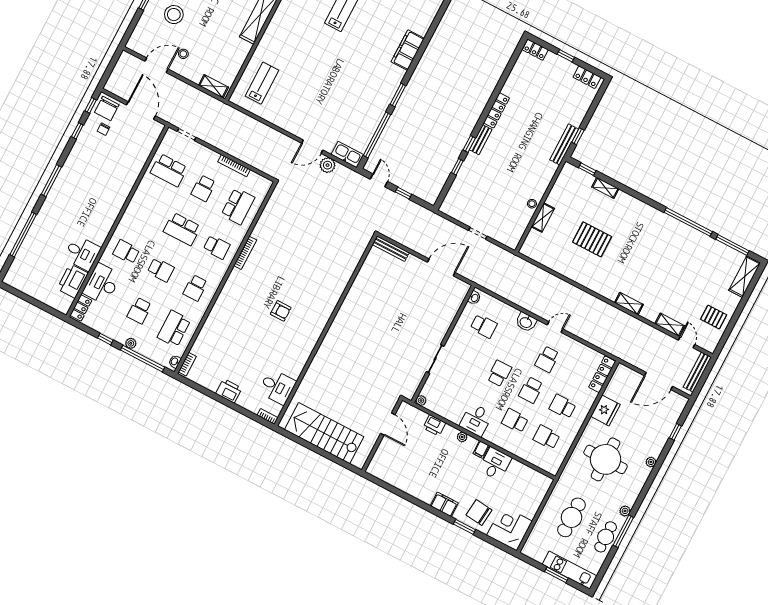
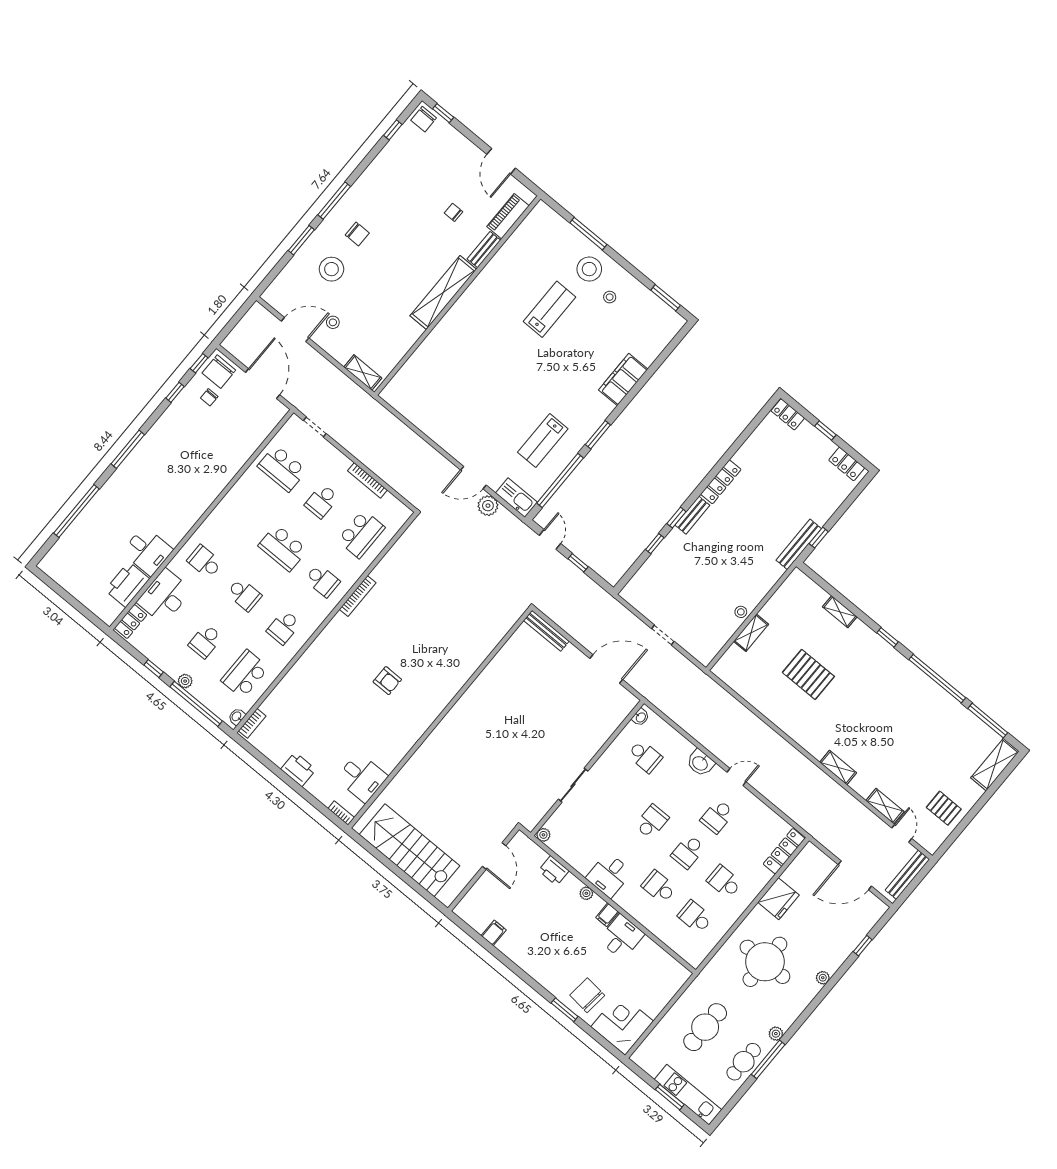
lab bench: (262, 83) -> (543, 440), moved, turned 180
window: (587, 169) -> (887, 637), moved
filing cabinet: (444, 504) -> (494, 933), moved, width x0.50

